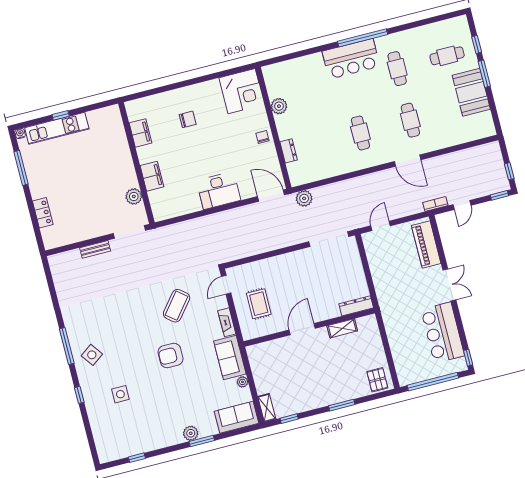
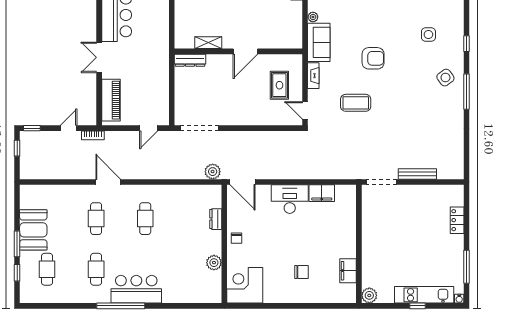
cafe table: (447, 56) -> (47, 269), turned 90
chair: (188, 119) -> (301, 272), turned 180
filing cabinet: (152, 176) -> (322, 193), moved, turned -90
plant: (134, 196) -> (369, 295), moved
bench: (95, 249) -> (417, 174), width x1.36
door: (226, 285) -> (305, 110), swing flipped
coffee table: (177, 306) -> (356, 103), turned 51

